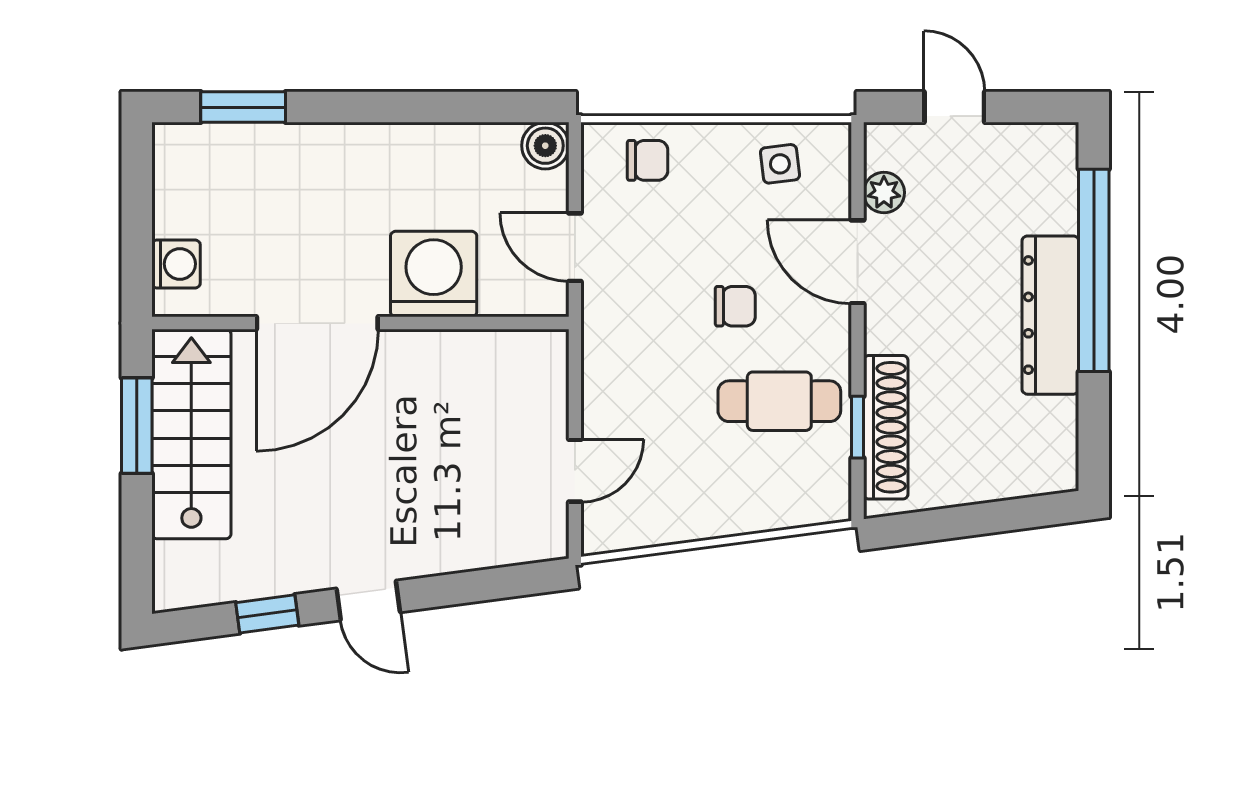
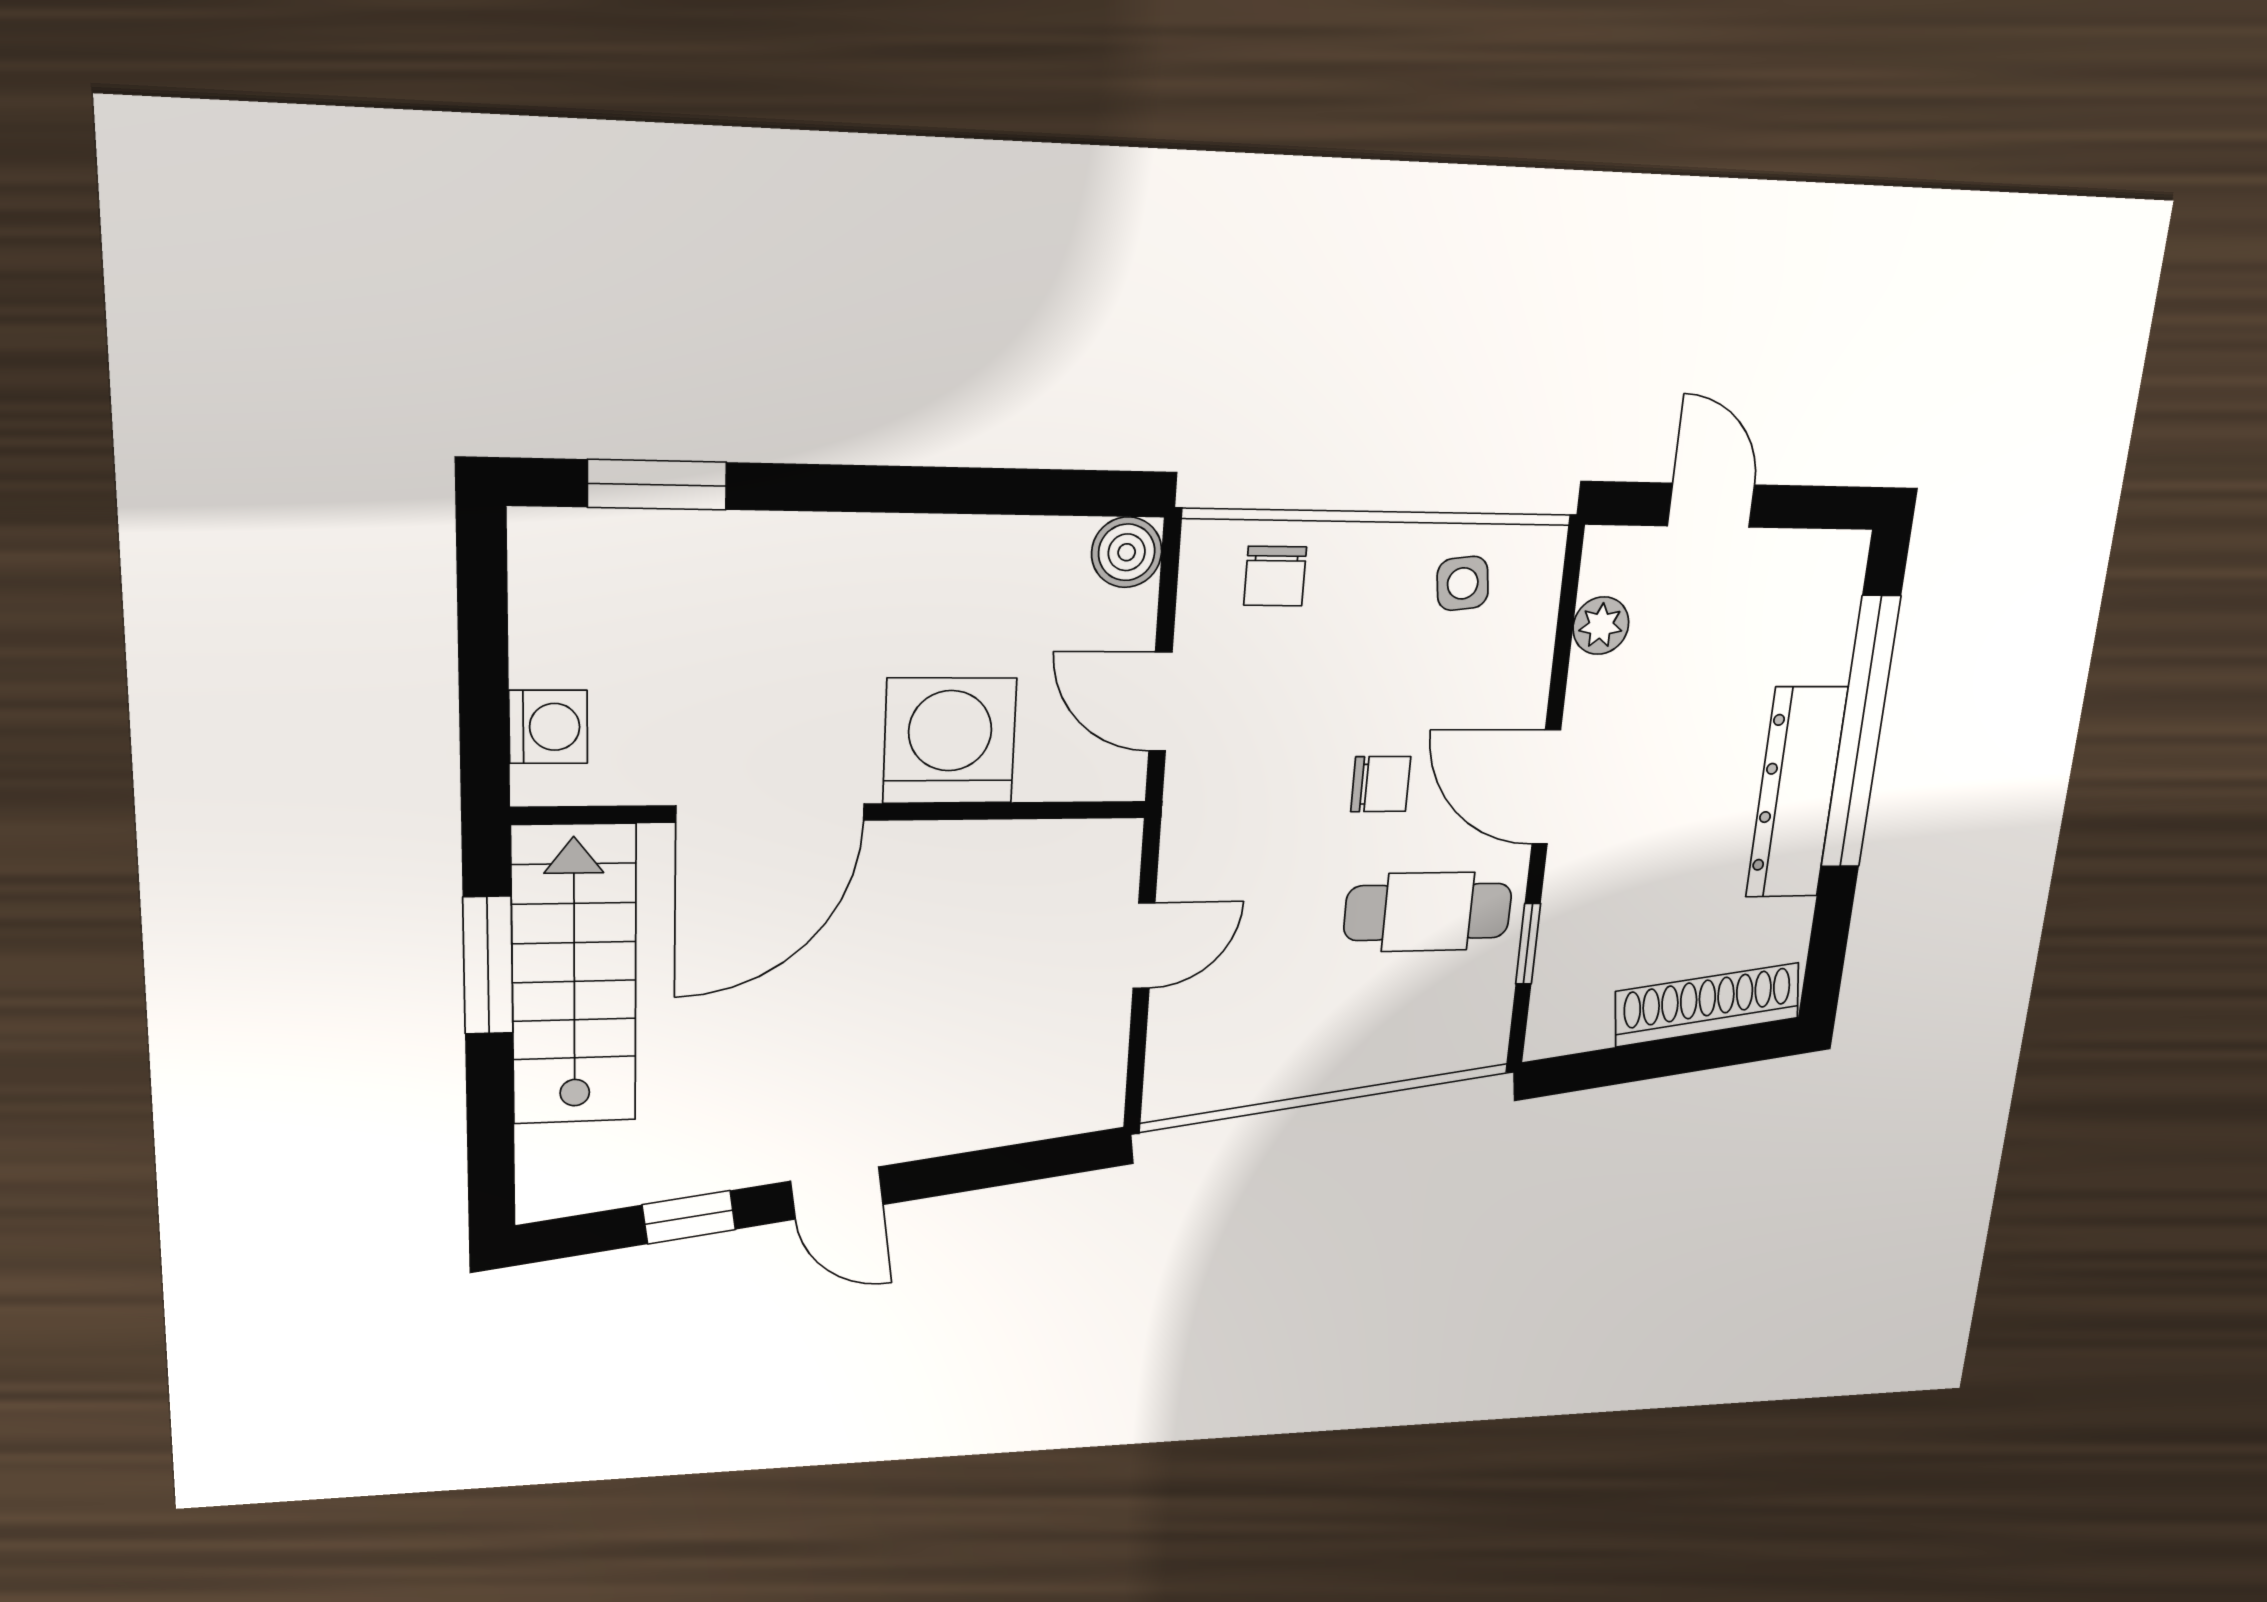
chair: (648, 160) -> (1275, 576), turned 90
door: (858, 262) -> (1546, 787), moved
shoe rack: (886, 427) -> (1707, 1005), moved, turned -98
door: (575, 471) -> (1144, 946), moved

